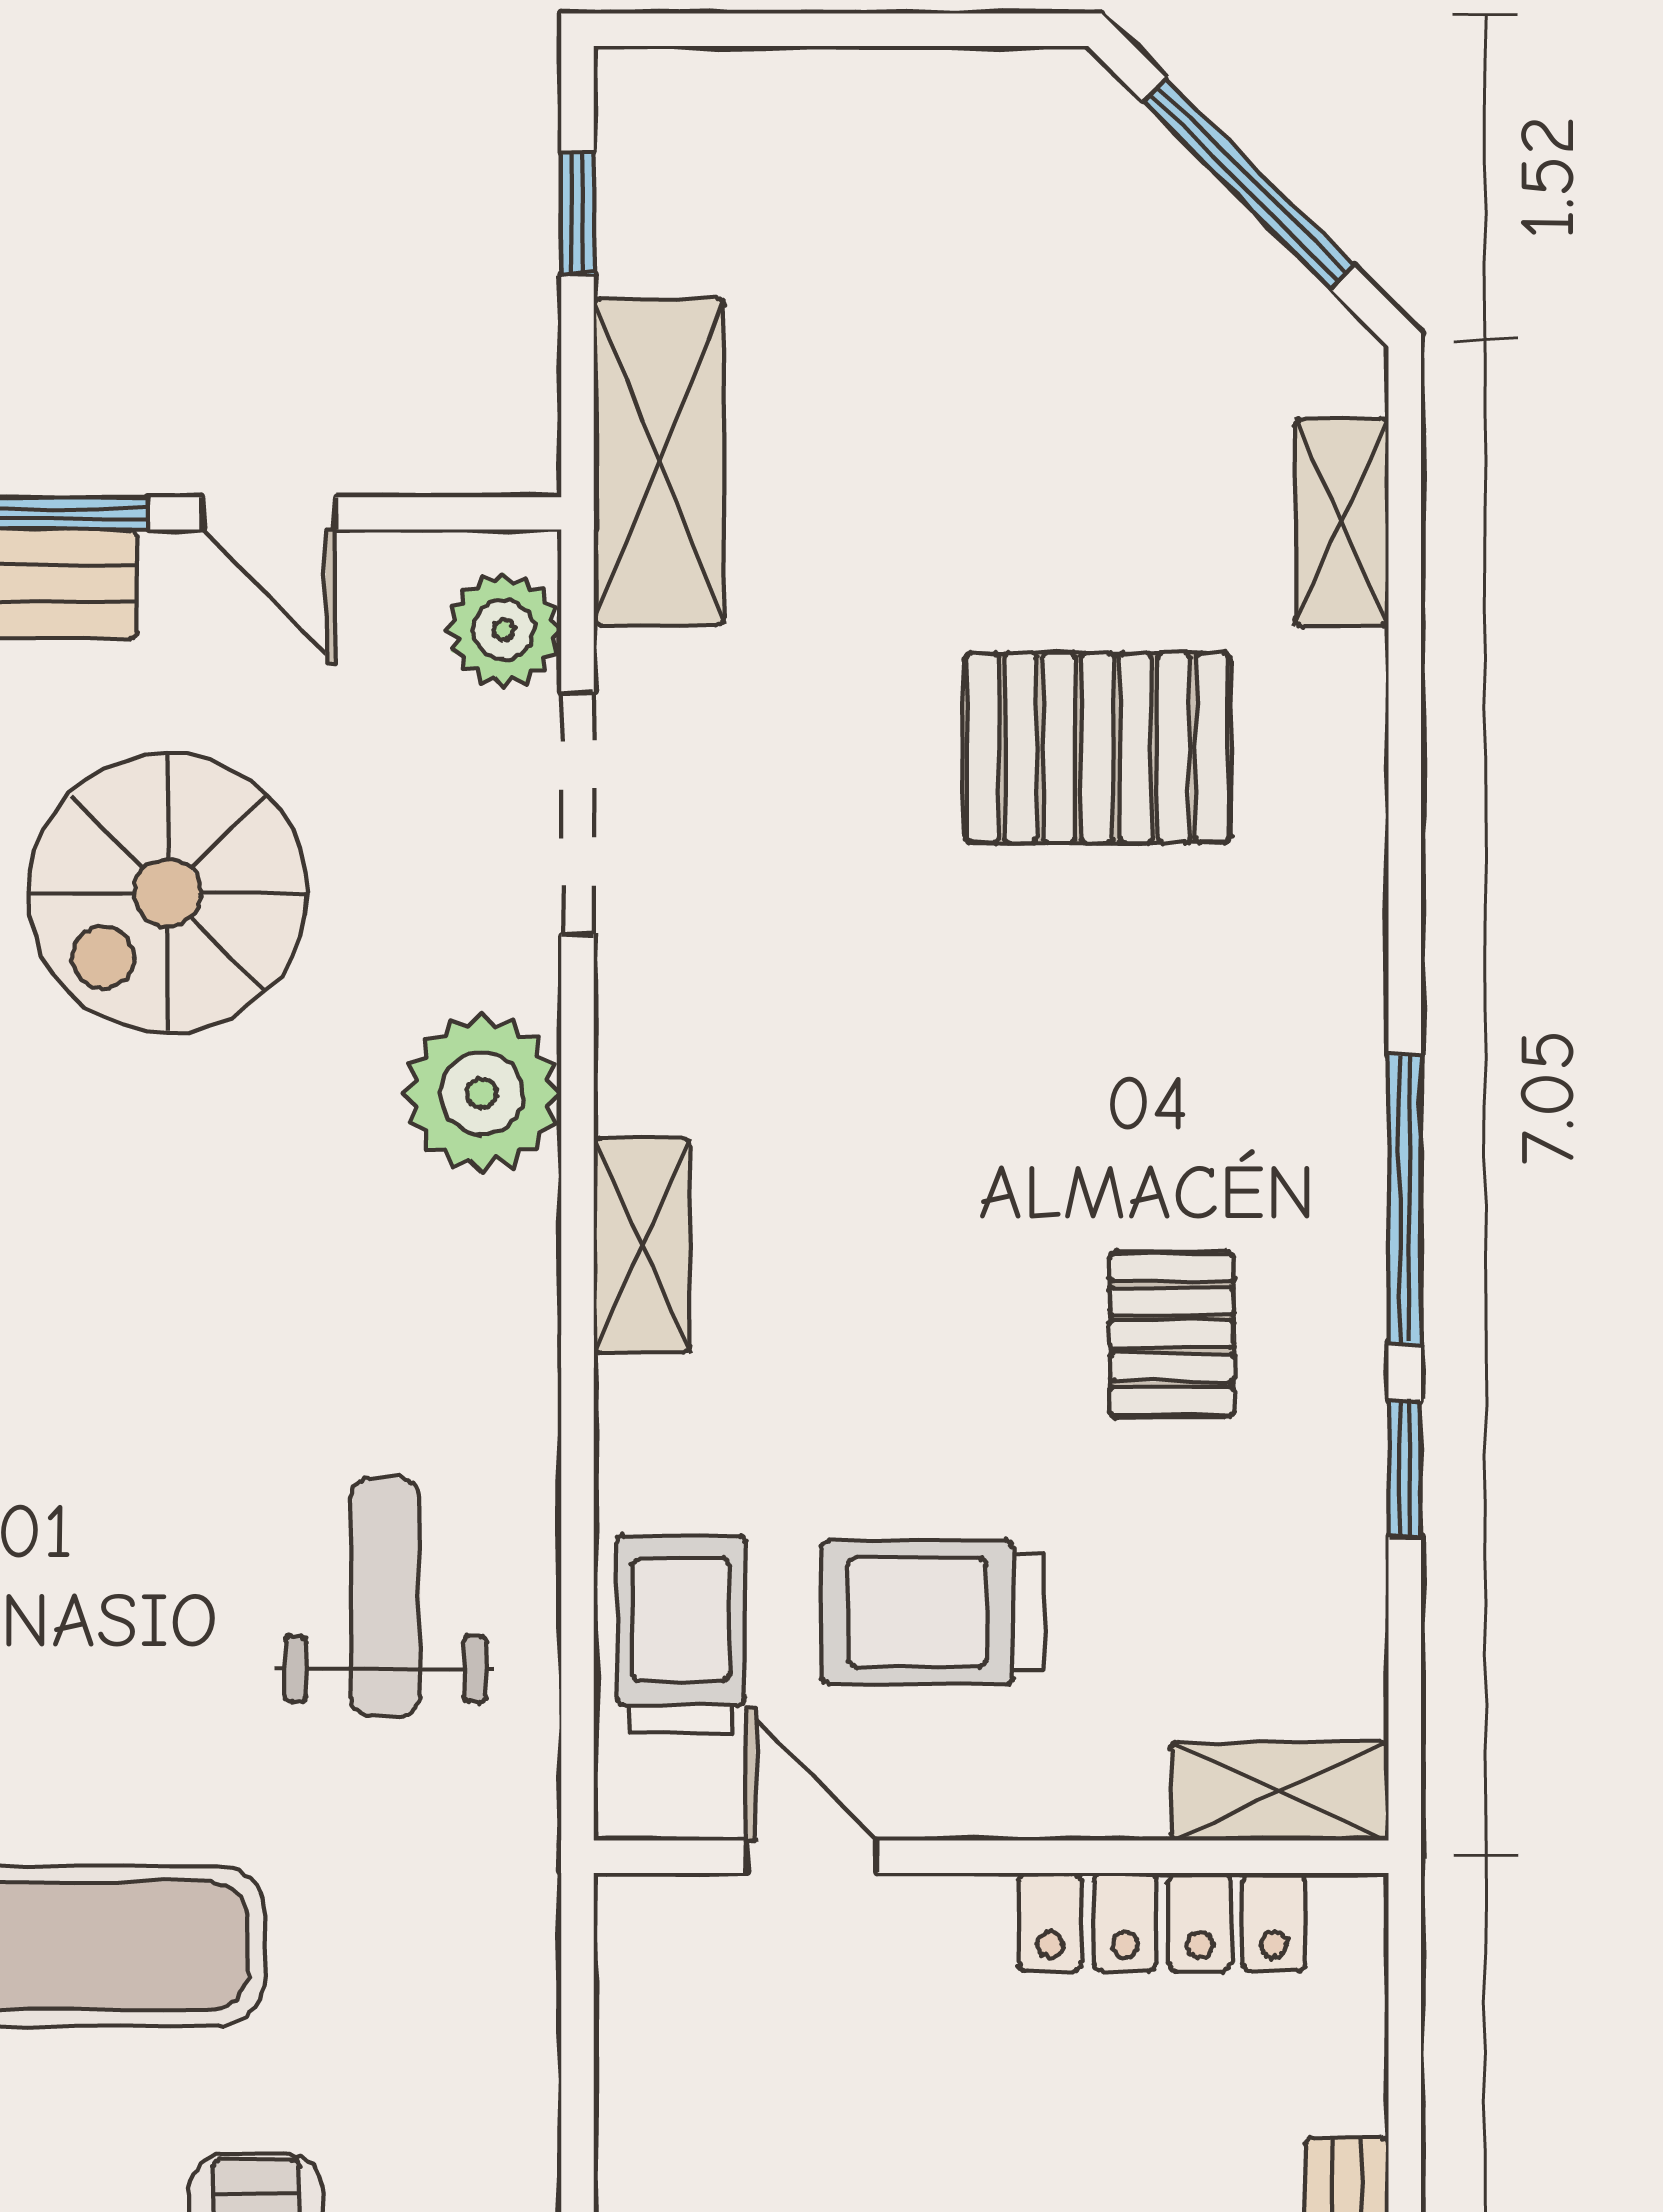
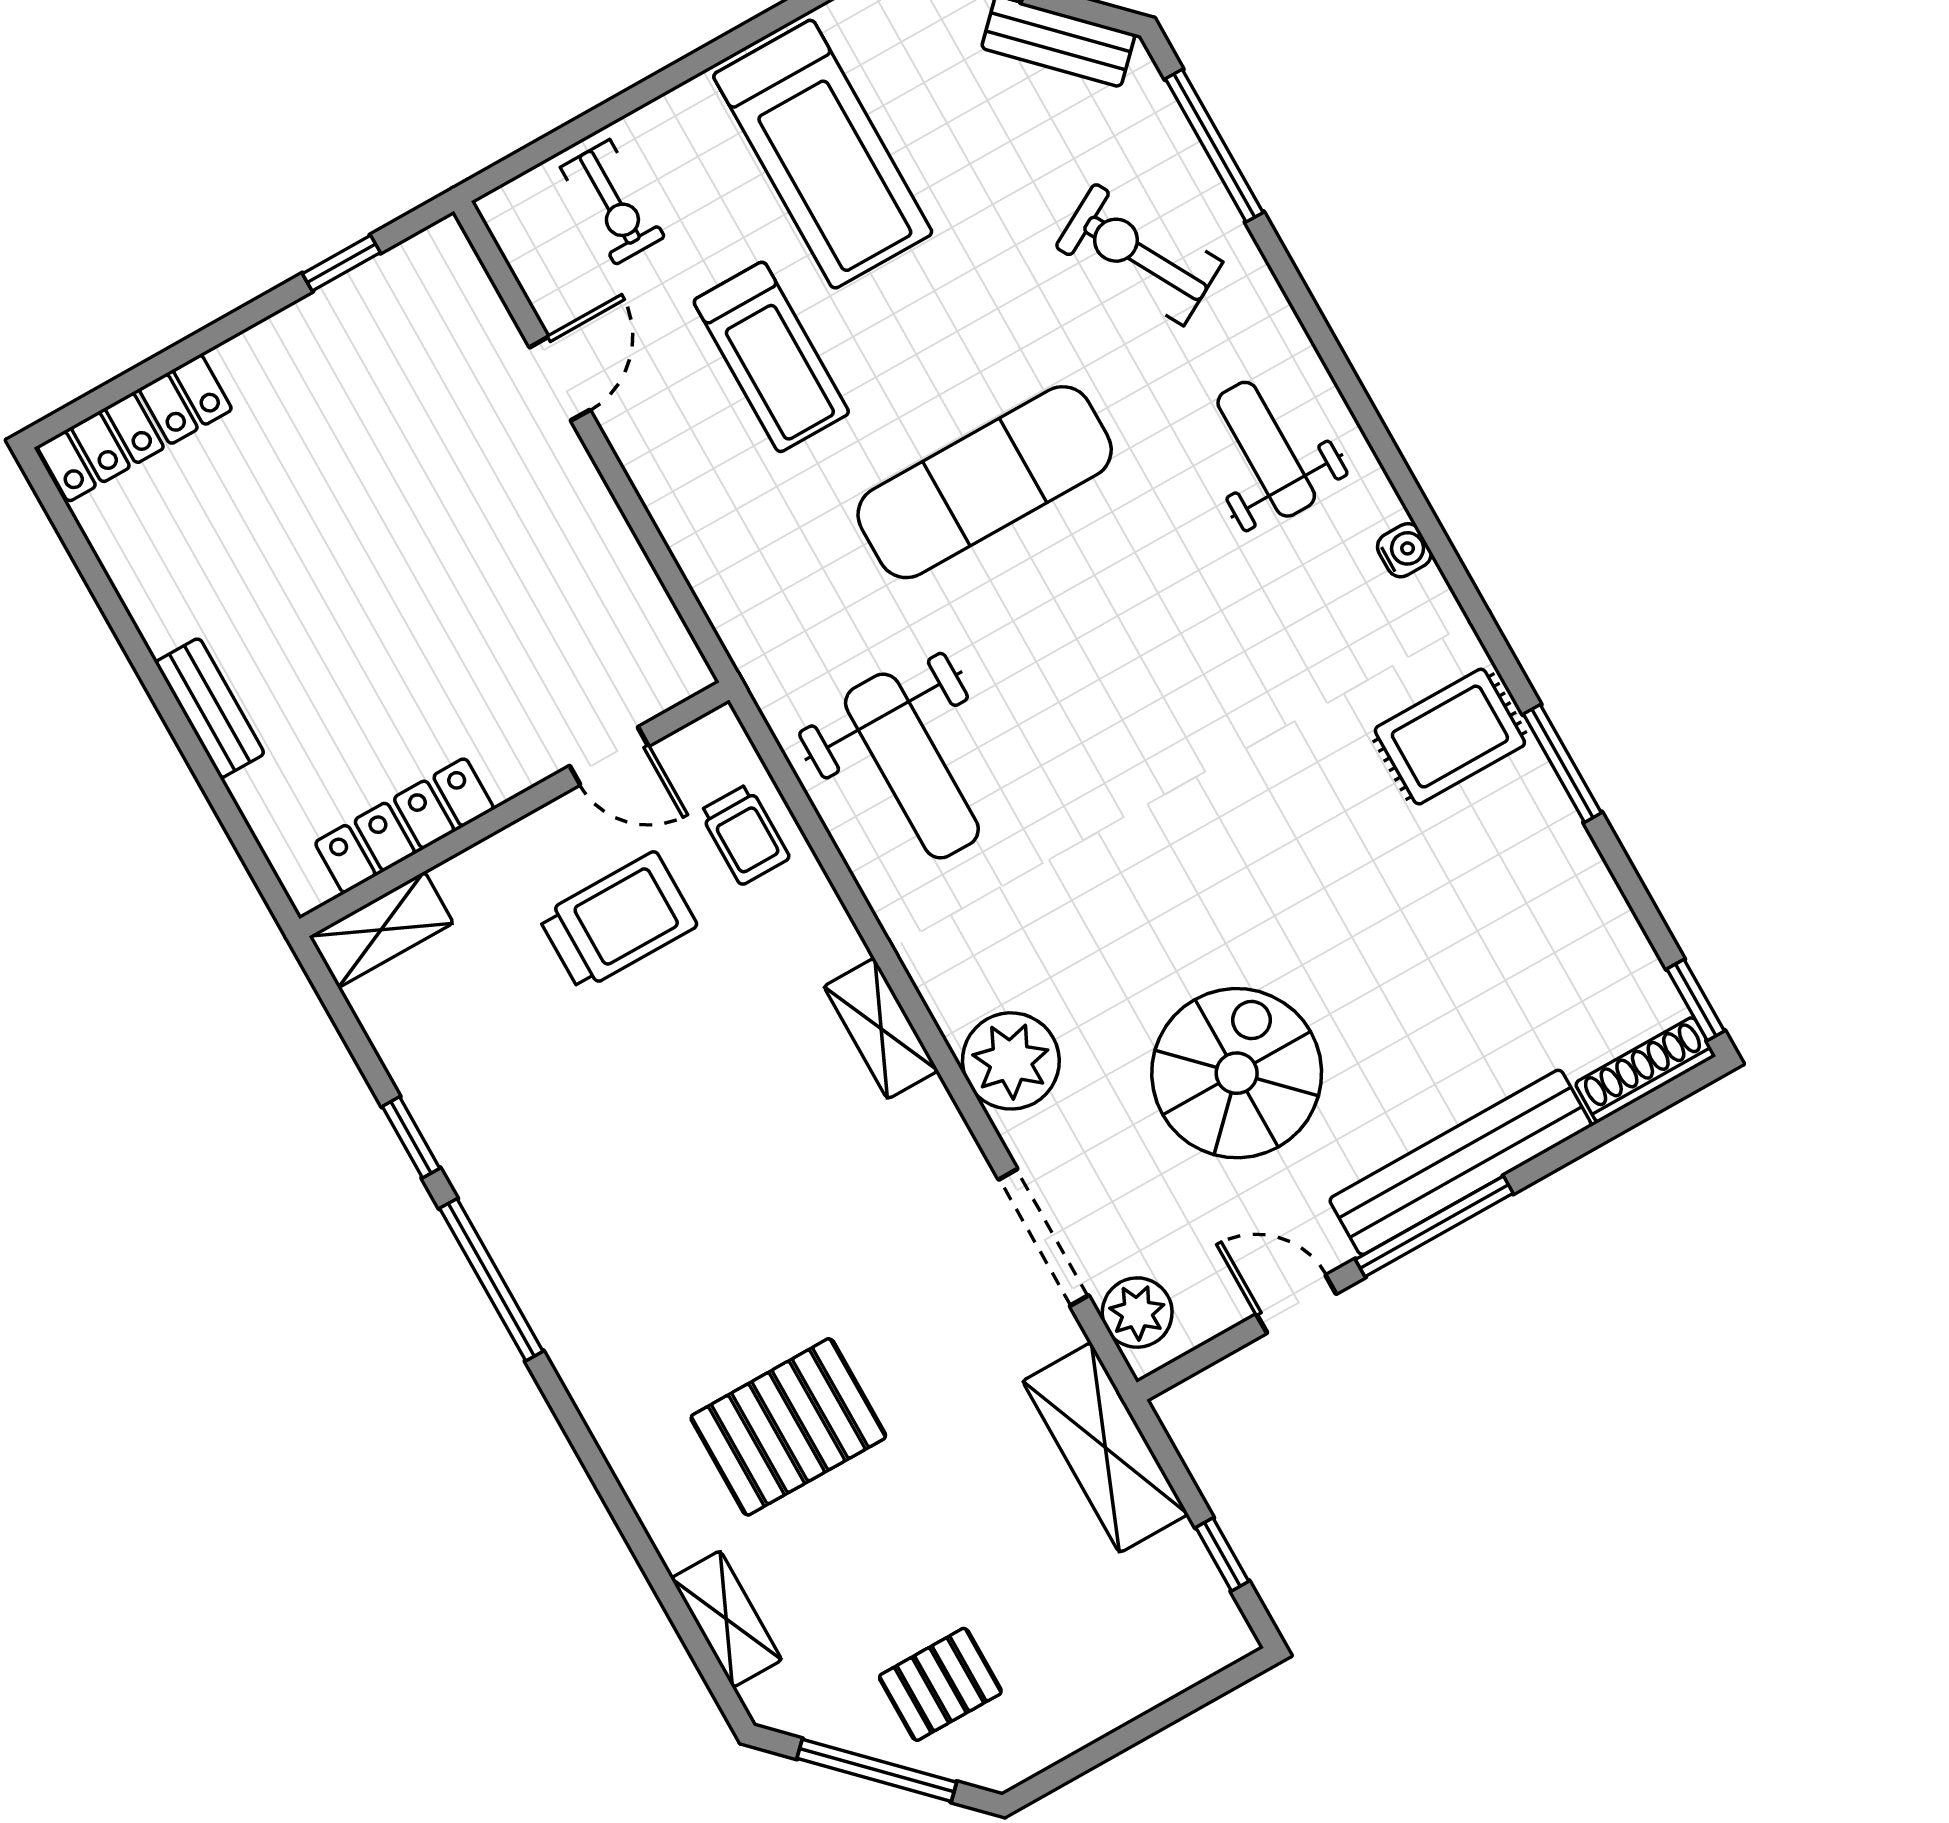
pallet: (1172, 1334) -> (940, 1684), moved, turned 90
weight bench: (385, 1597) -> (912, 766), width x1.36, depth x1.33
trolley: (681, 1634) -> (745, 835), width x0.73, depth x0.72

